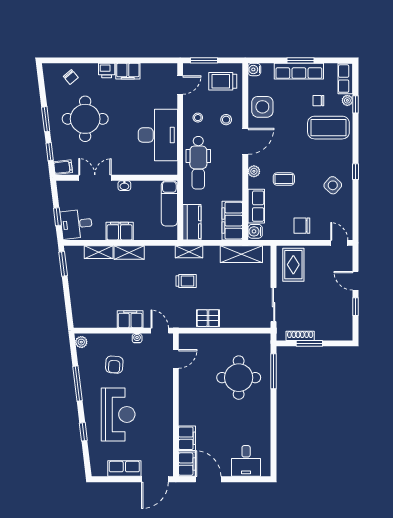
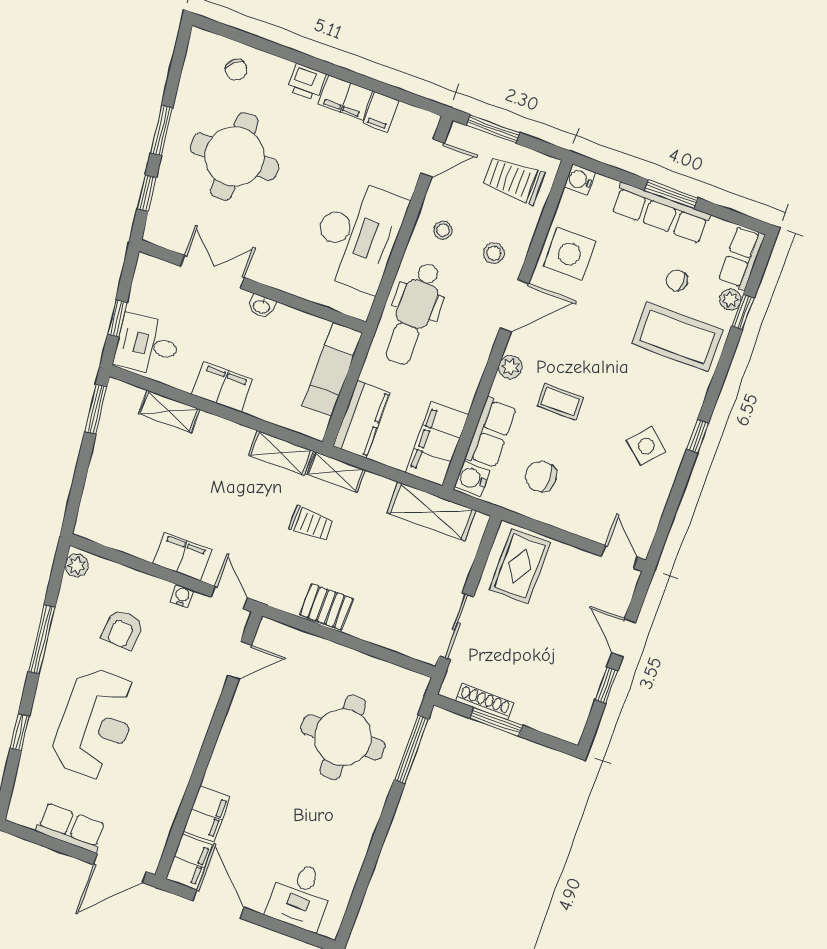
filing cabinet: (63, 167) -> (381, 112), moved, turned 97
chair: (302, 226) -> (541, 476), moved
shelving: (129, 253) -> (281, 453), moved

